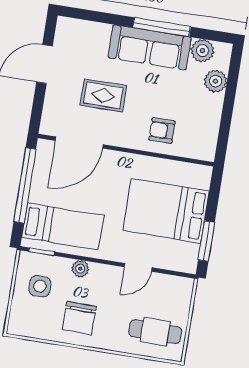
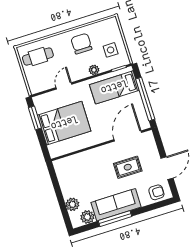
armchair: (162, 130) -> (156, 192), moved

